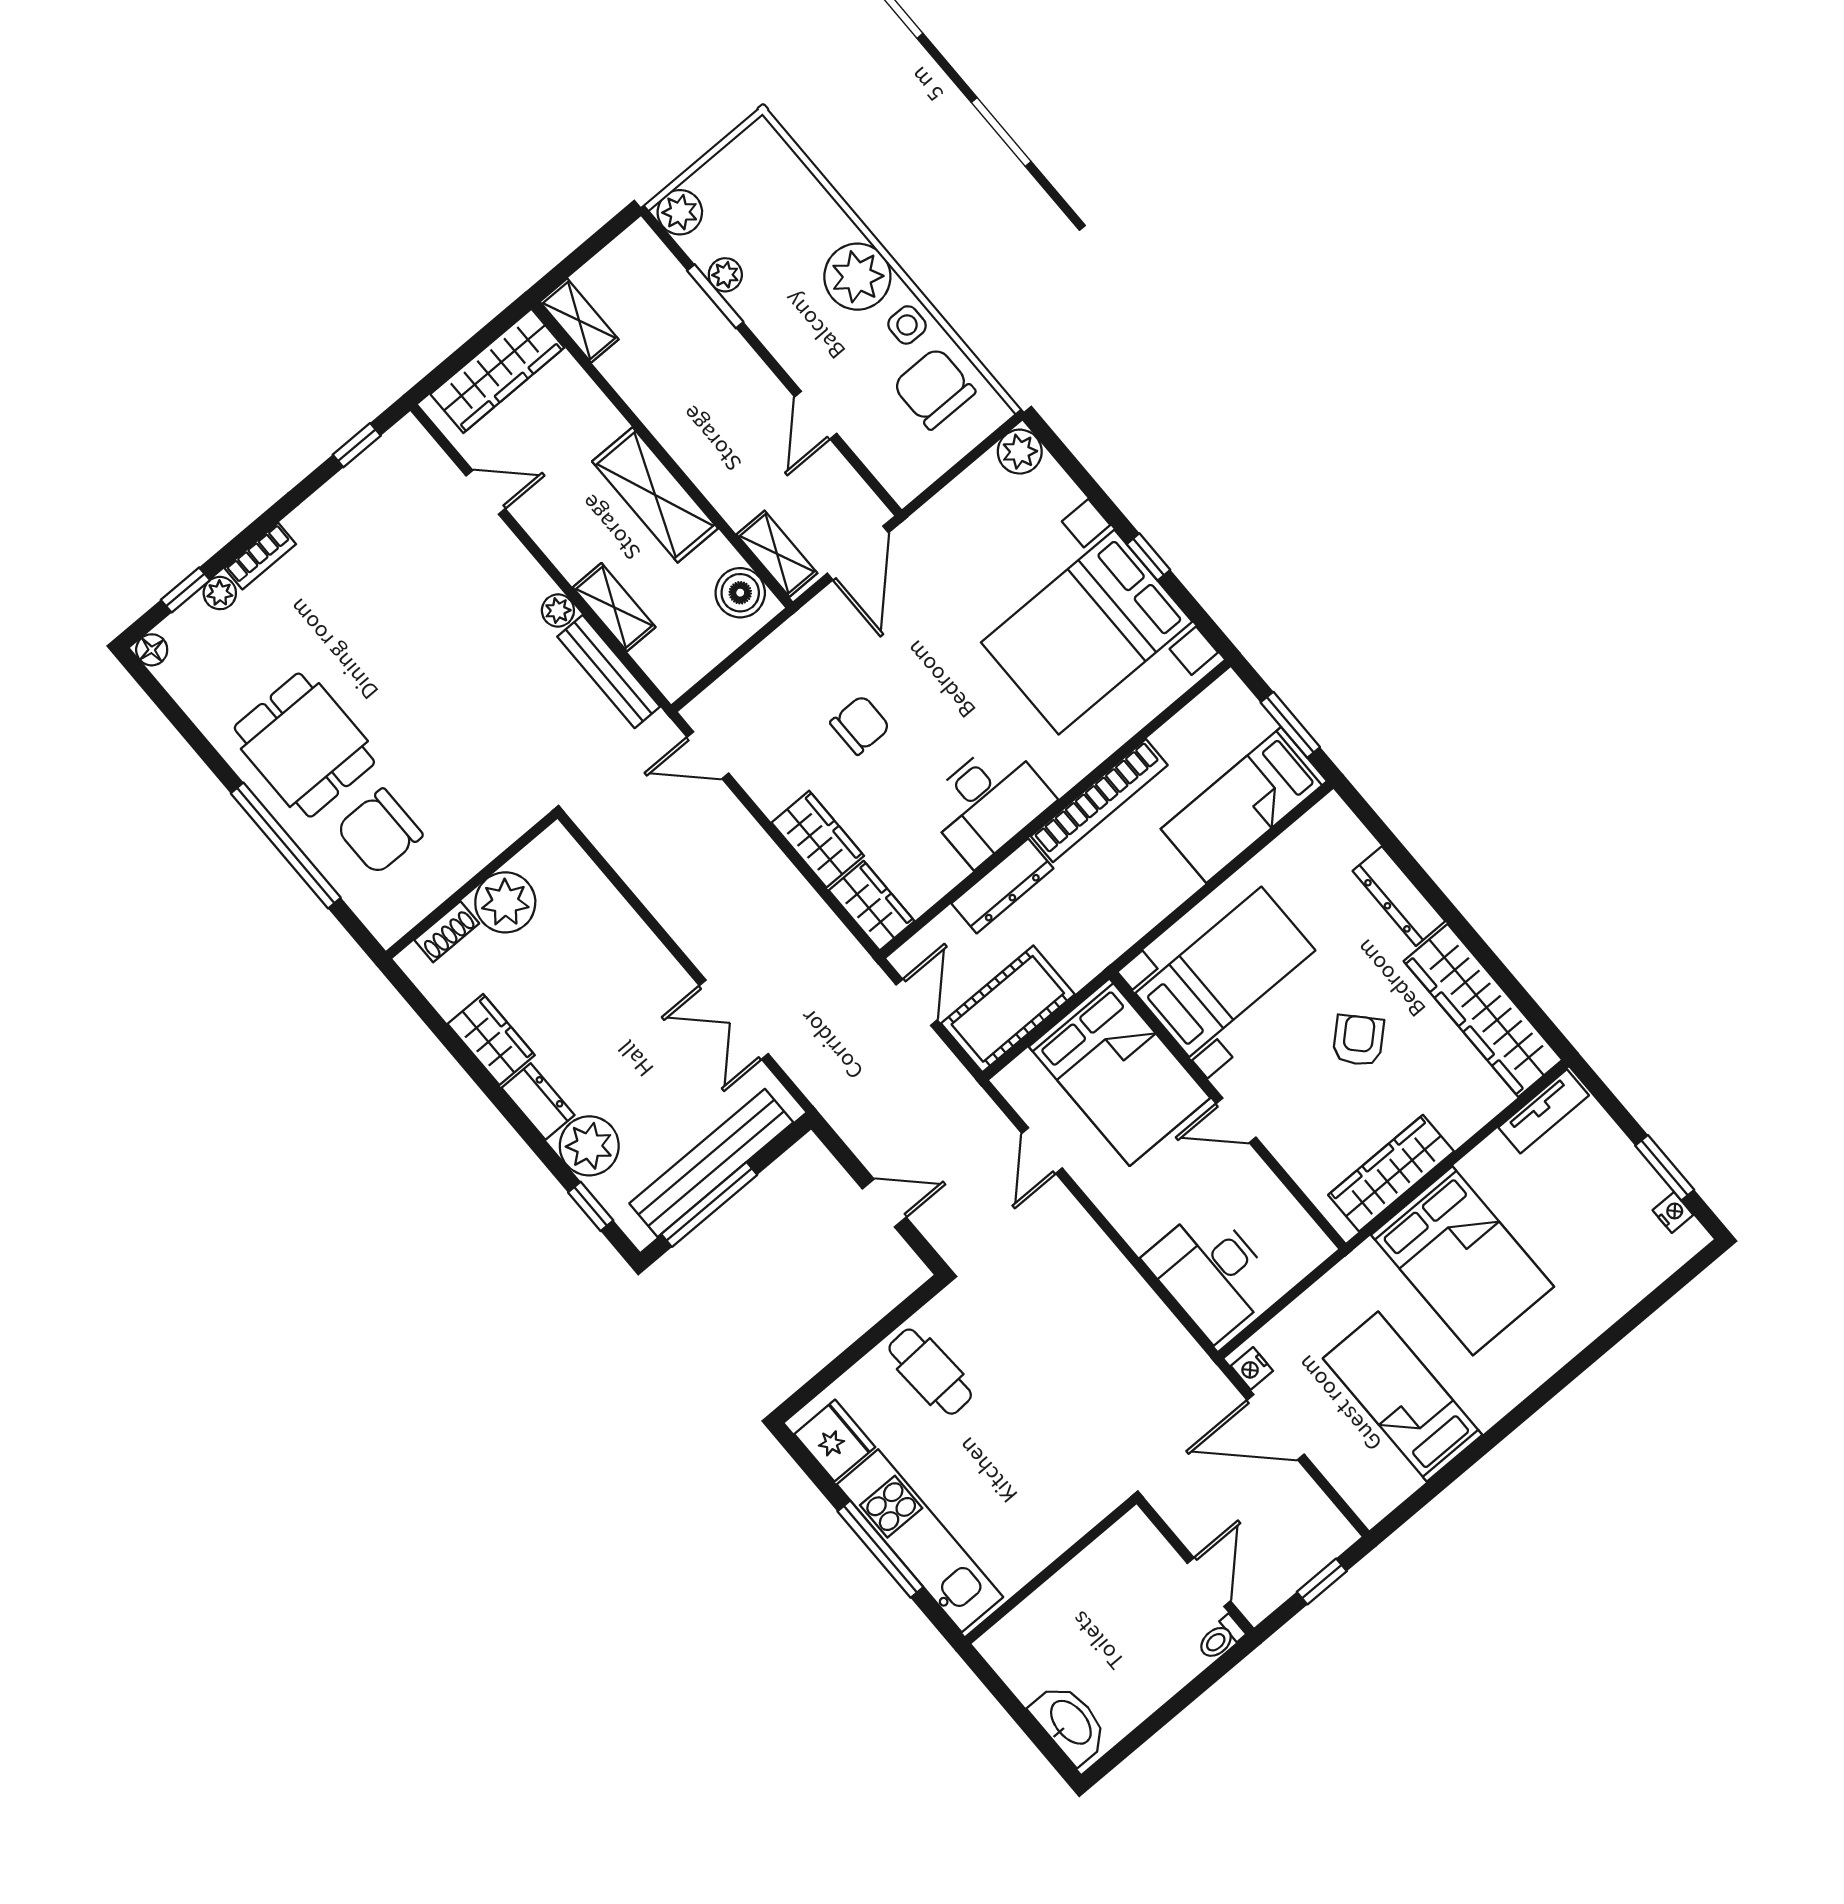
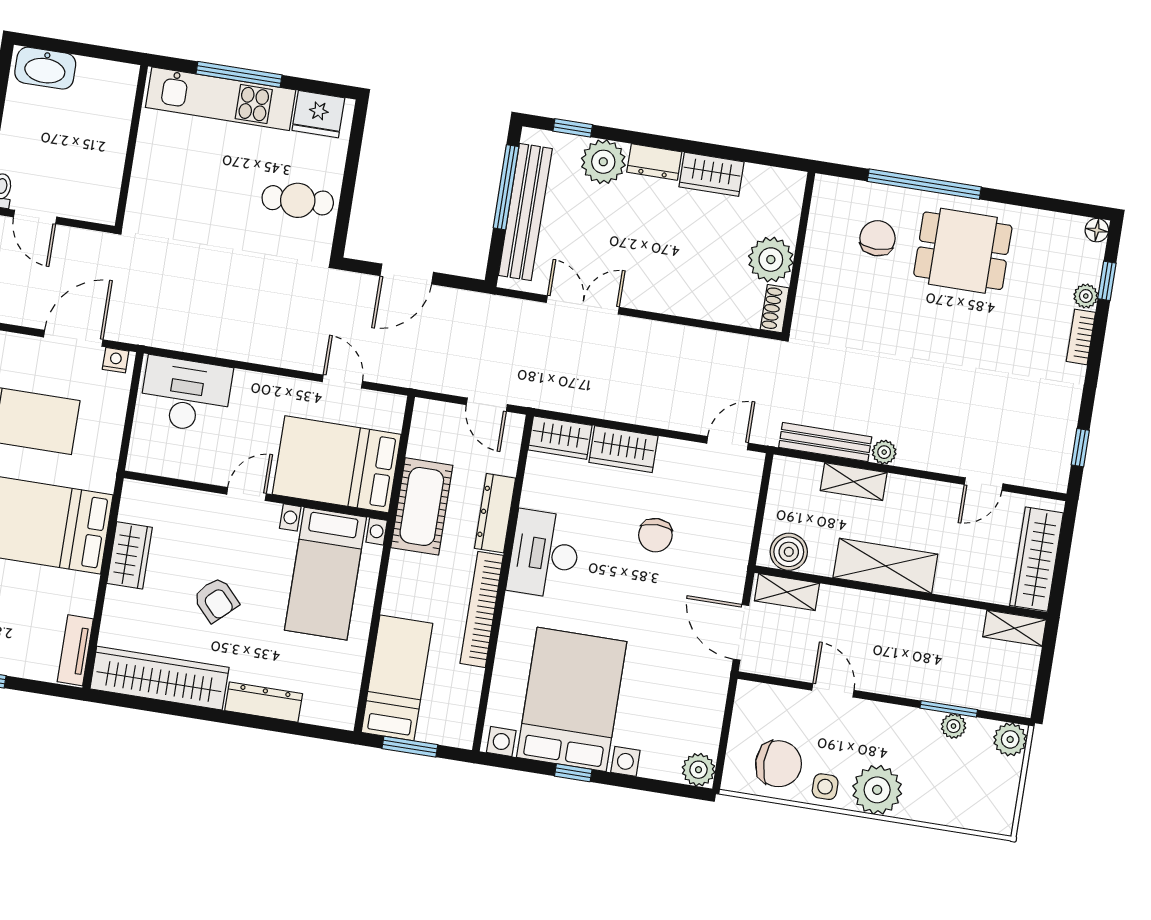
chair: (379, 832) -> (878, 238), width x0.73, depth x0.73
shoe rack: (447, 932) -> (775, 309), moved
cot: (1008, 1009) -> (422, 506), moved
wardrobe: (1391, 1173) -> (130, 555), width x0.67
door: (884, 1203) -> (407, 274), width x1.38

